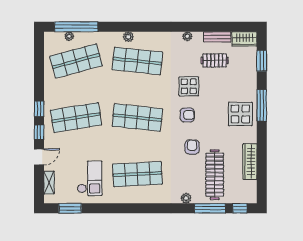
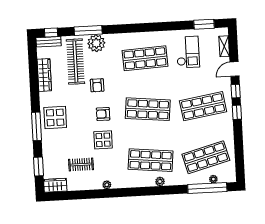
bench: (217, 37) -> (49, 42), moved
checkout: (90, 178) -> (188, 52), turned 180
plant: (186, 198) -> (96, 43), width x1.87, depth x1.87
window: (210, 208) -> (88, 30), moved

